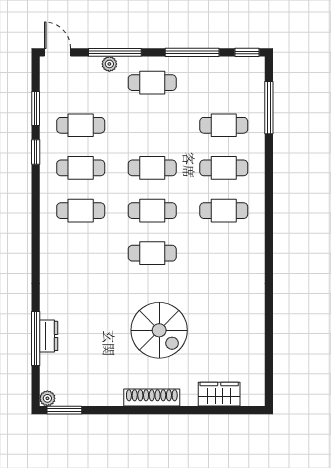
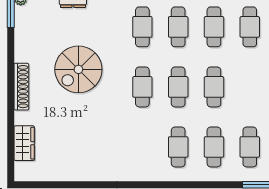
cafe table: (81, 253) -> (142, 27), added
spiral stairs: (159, 330) -> (78, 69), moved

